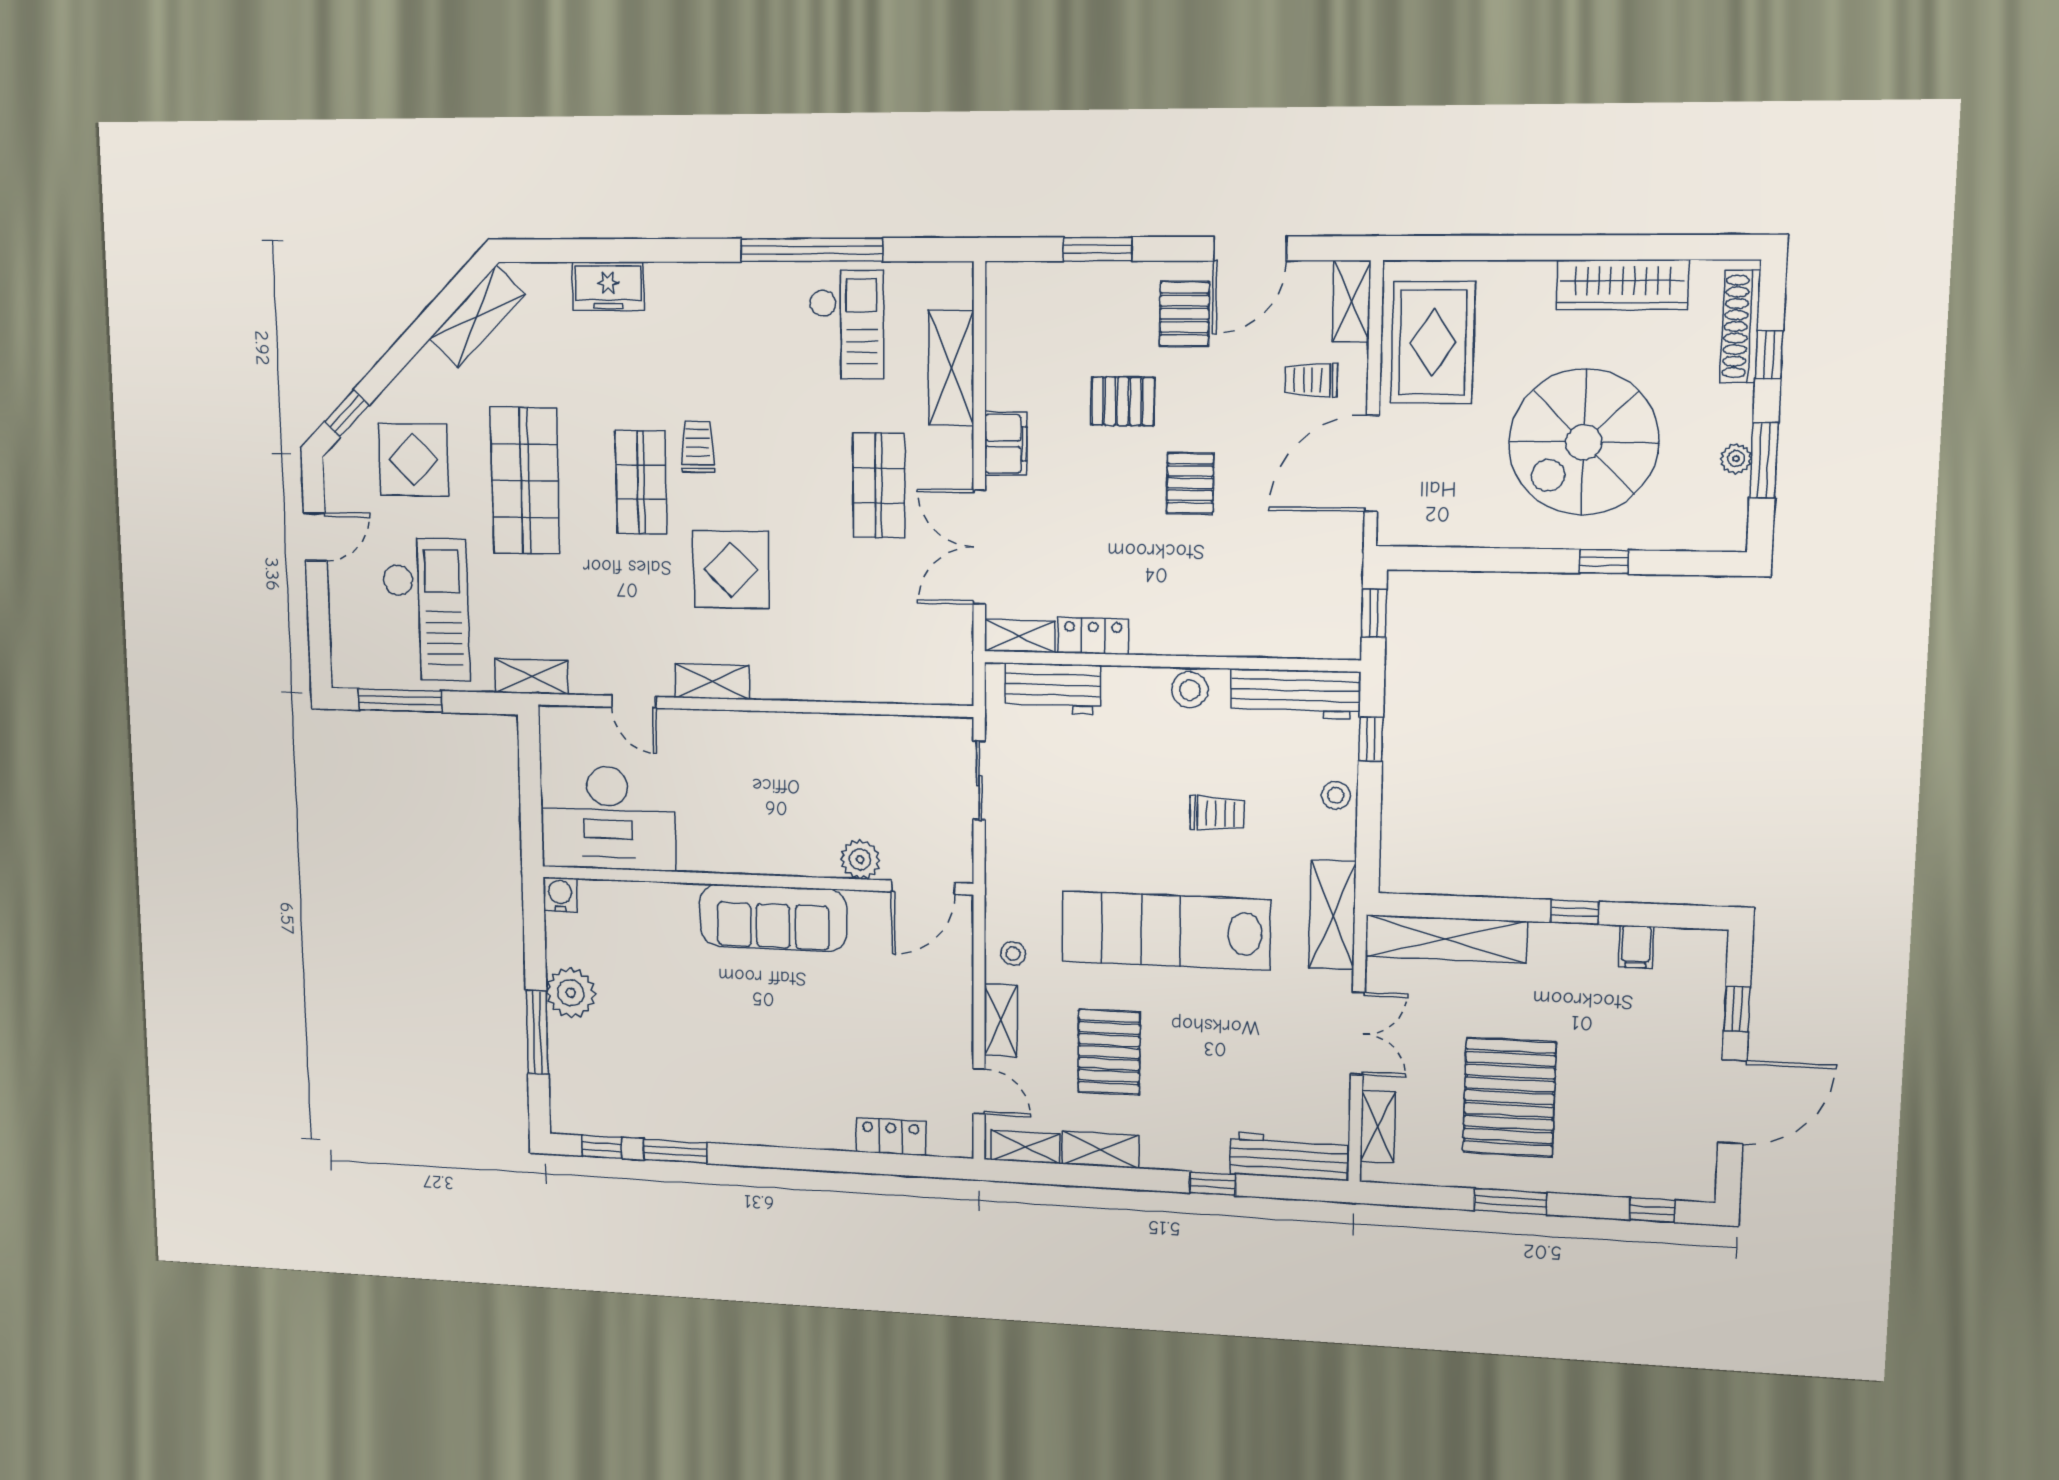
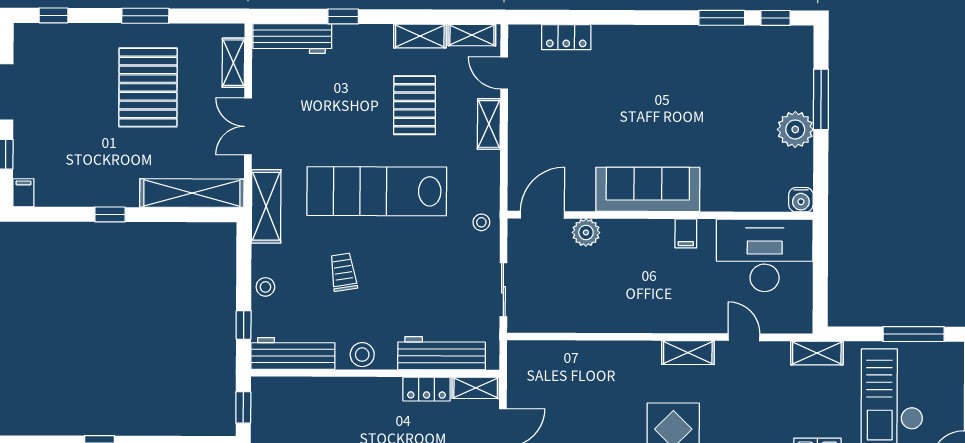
workbench: (1053, 689) -> (442, 353), width x1.38
trolley: (1217, 813) -> (343, 272), turned 81
filing cabinet: (719, 853) -> (686, 233), added
lab bench: (1166, 931) -> (377, 191), turned 180
filing cabinet: (1636, 947) -> (23, 193), moved
stool: (1013, 953) -> (481, 222), moved

